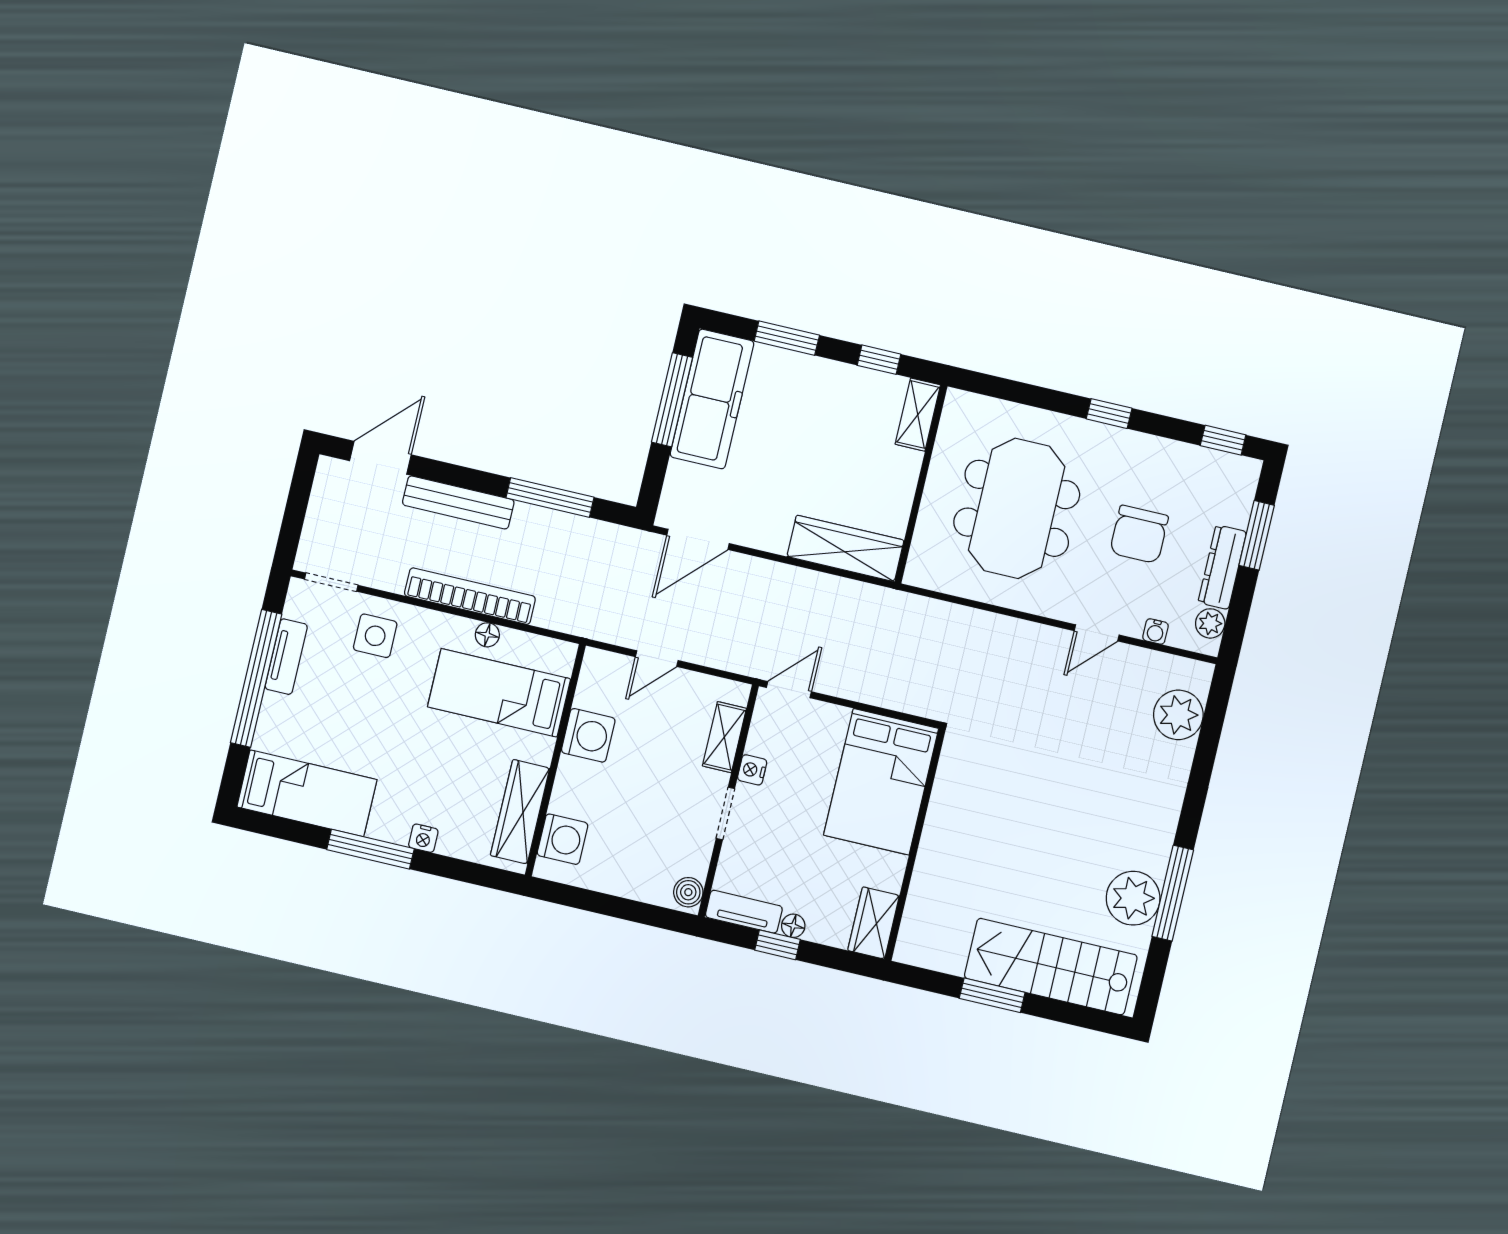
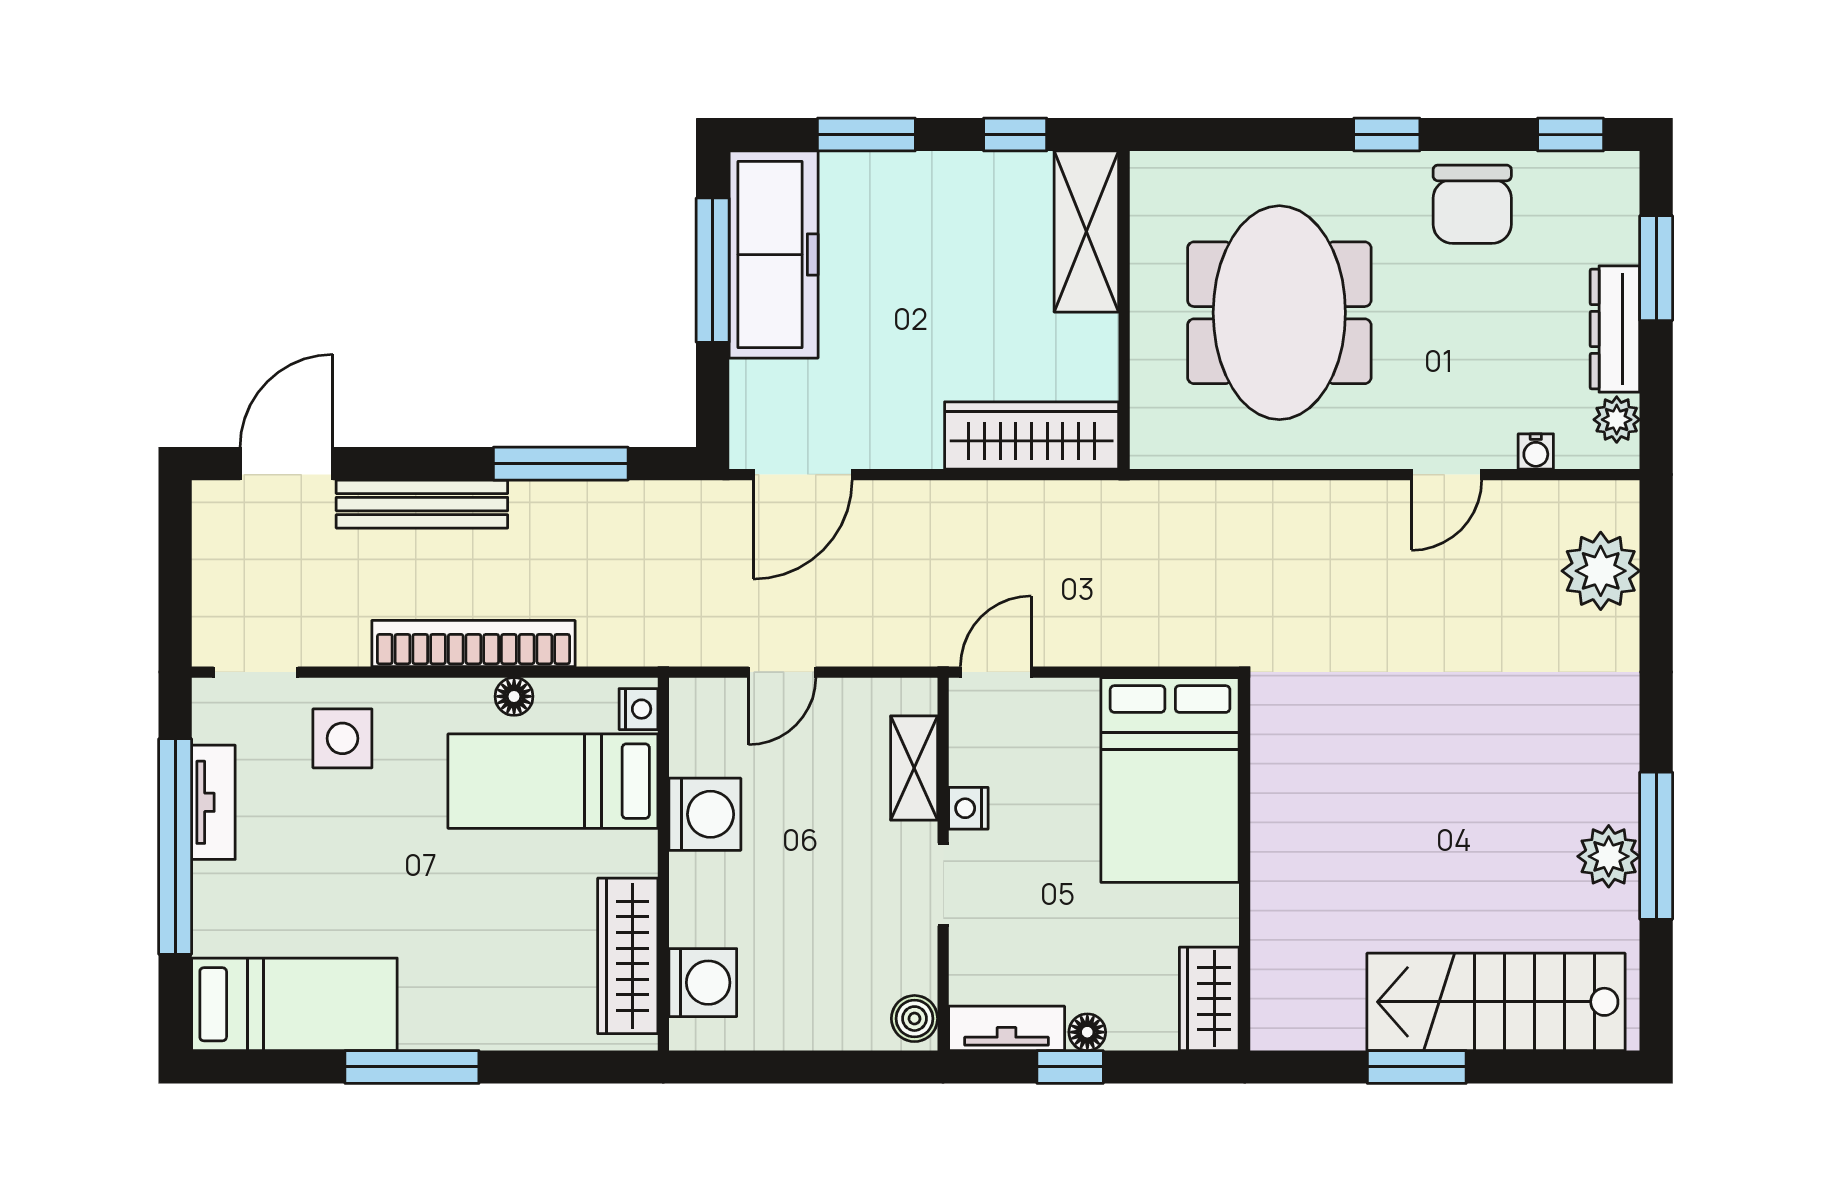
shelving: (918, 415) -> (1086, 231), width x1.50, depth x1.33
chair: (1139, 534) -> (1472, 204), moved
nightstand: (423, 838) -> (638, 709), moved, turned -90
plant: (1133, 898) -> (1609, 856), width x0.73, depth x0.73

